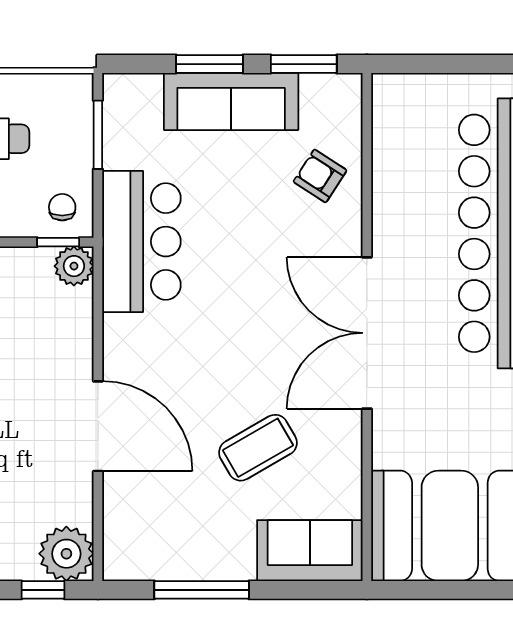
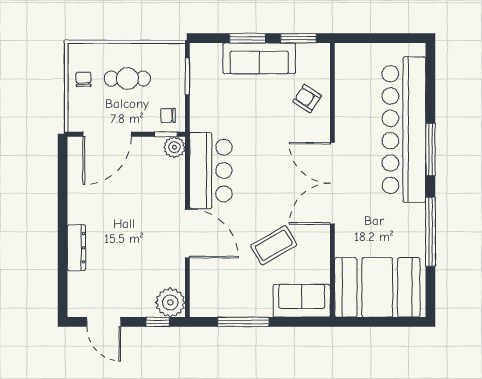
chair: (62, 207) -> (168, 115), turned -90
bar counter: (141, 242) -> (211, 171), moved

